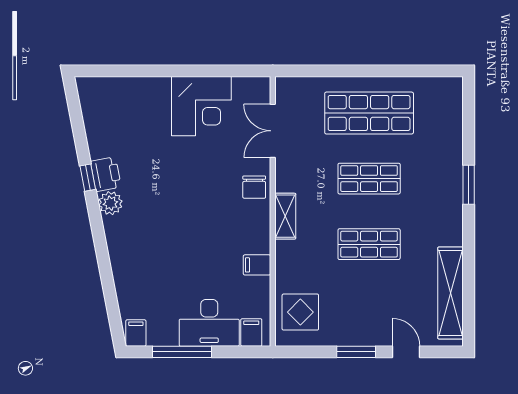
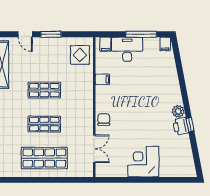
corner desk: (201, 106) -> (143, 162), moved
shelving: (285, 216) -> (88, 105), removed

